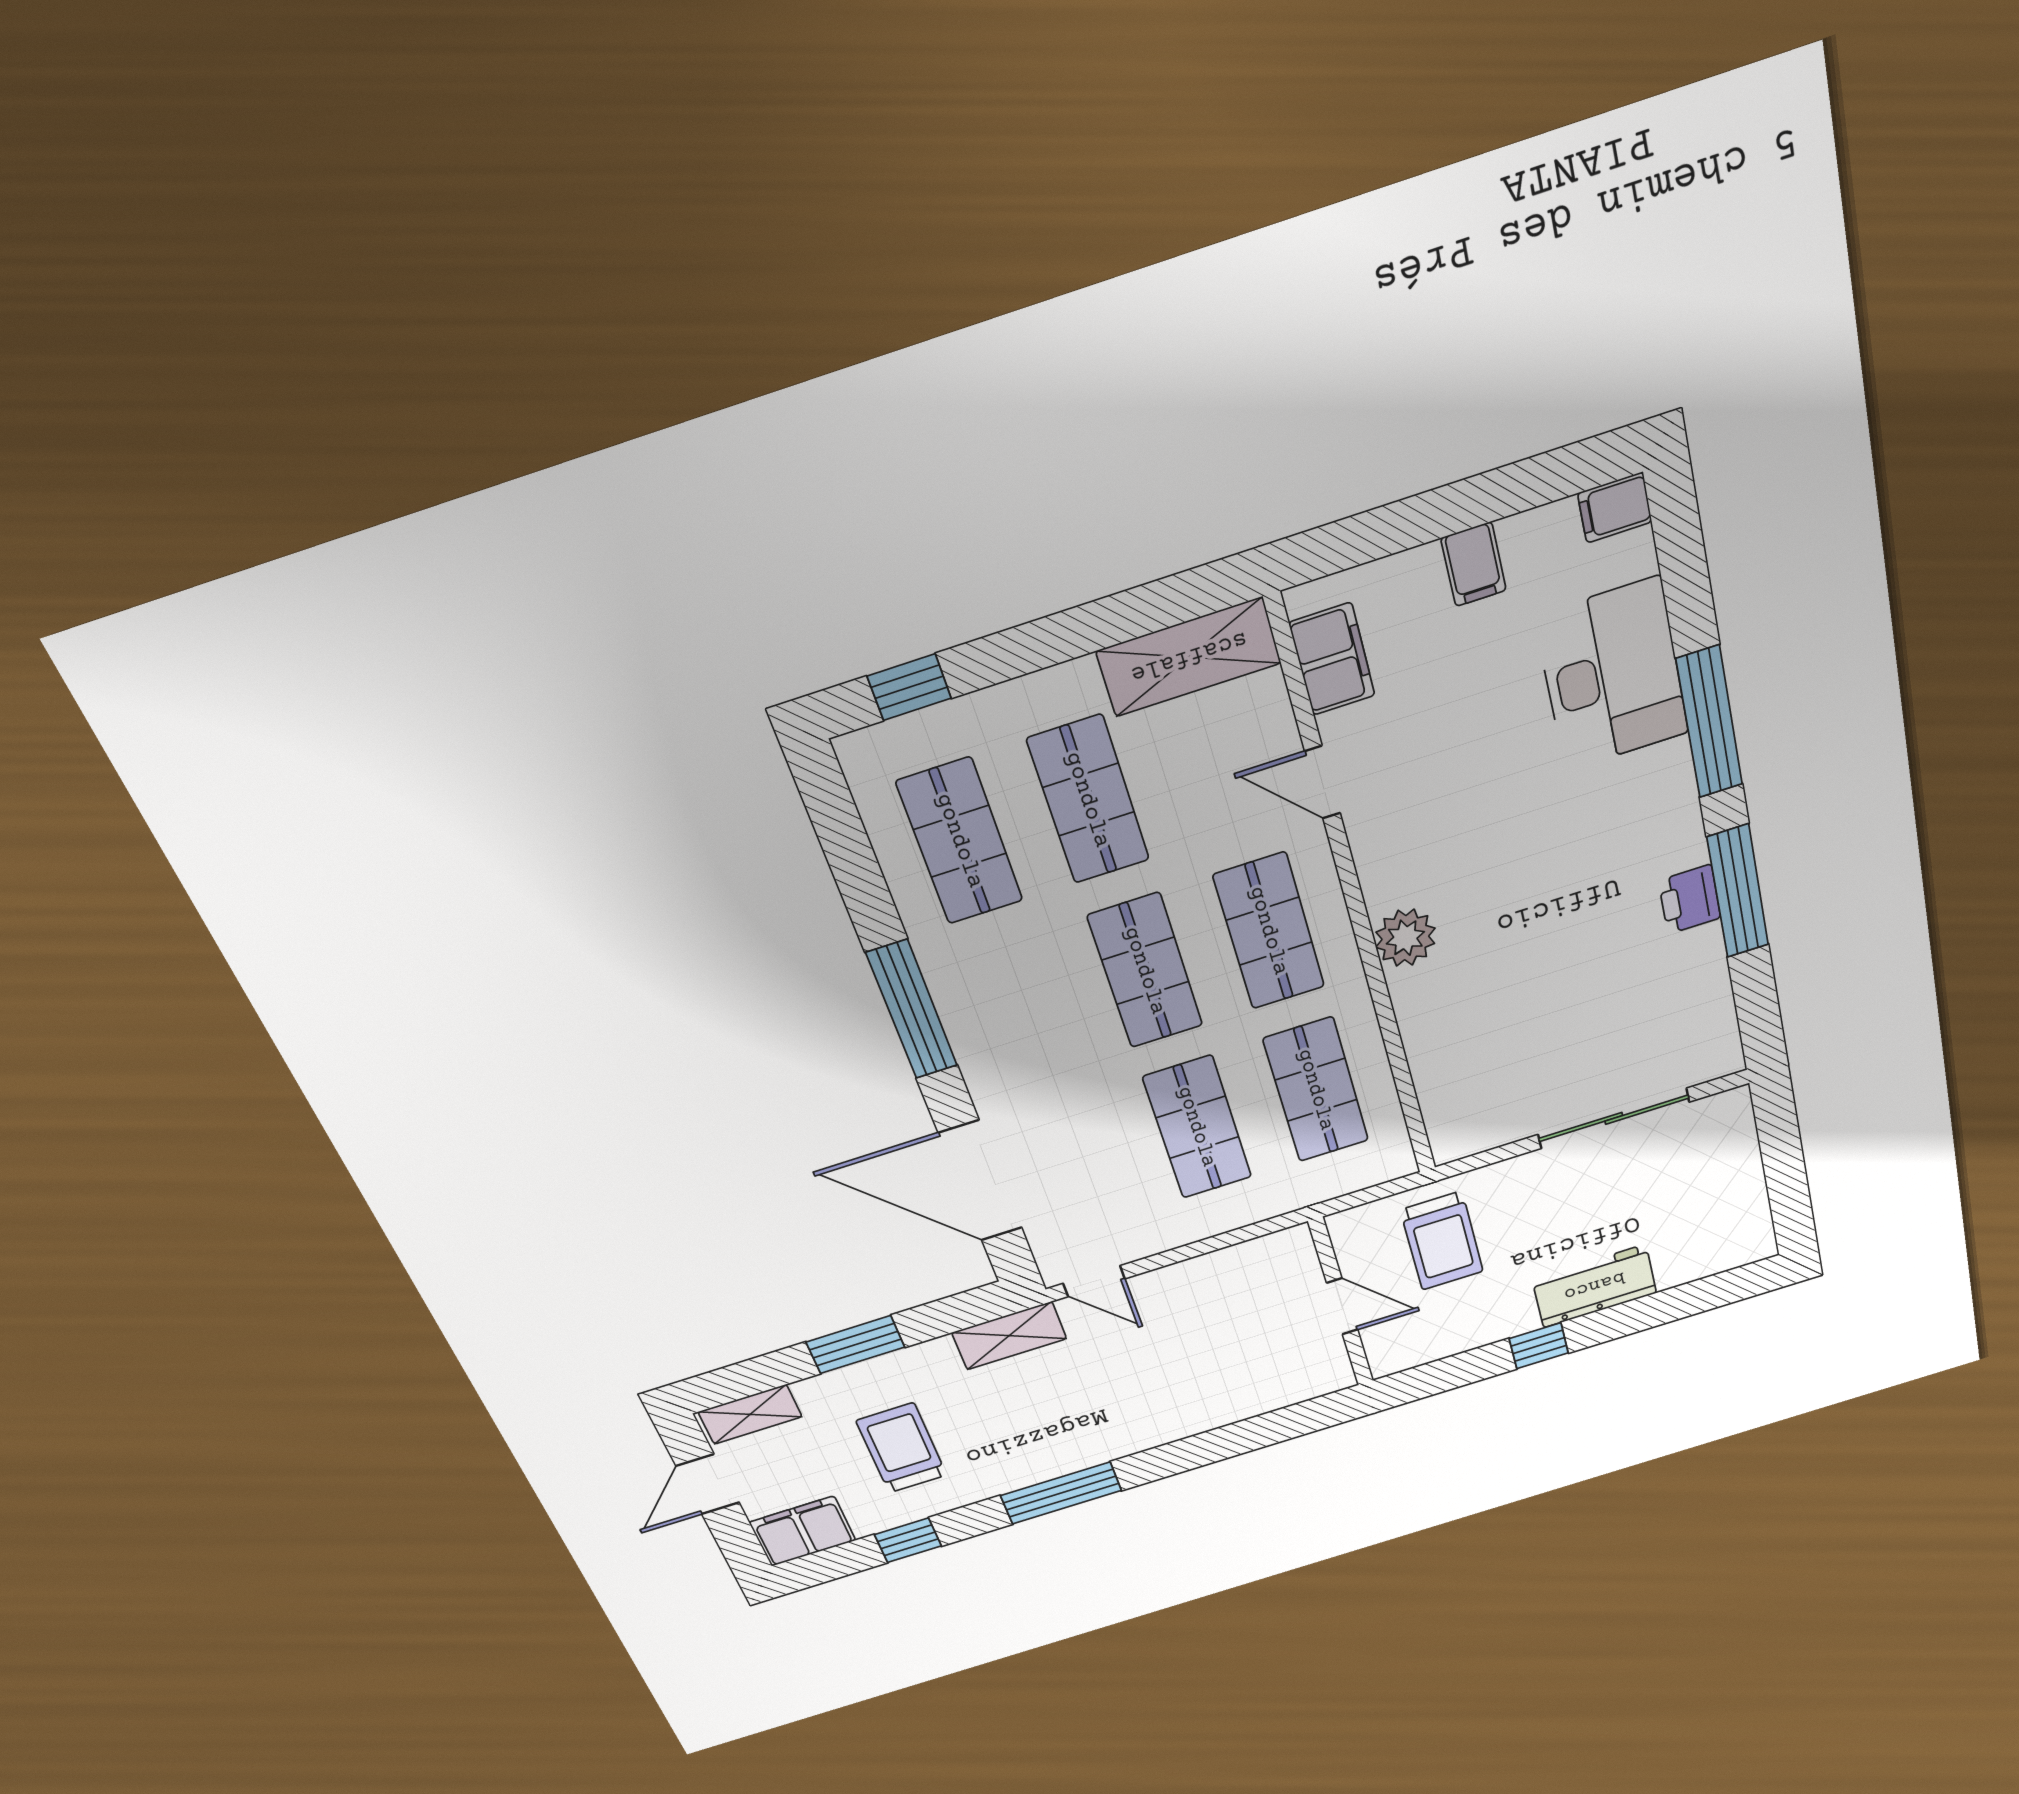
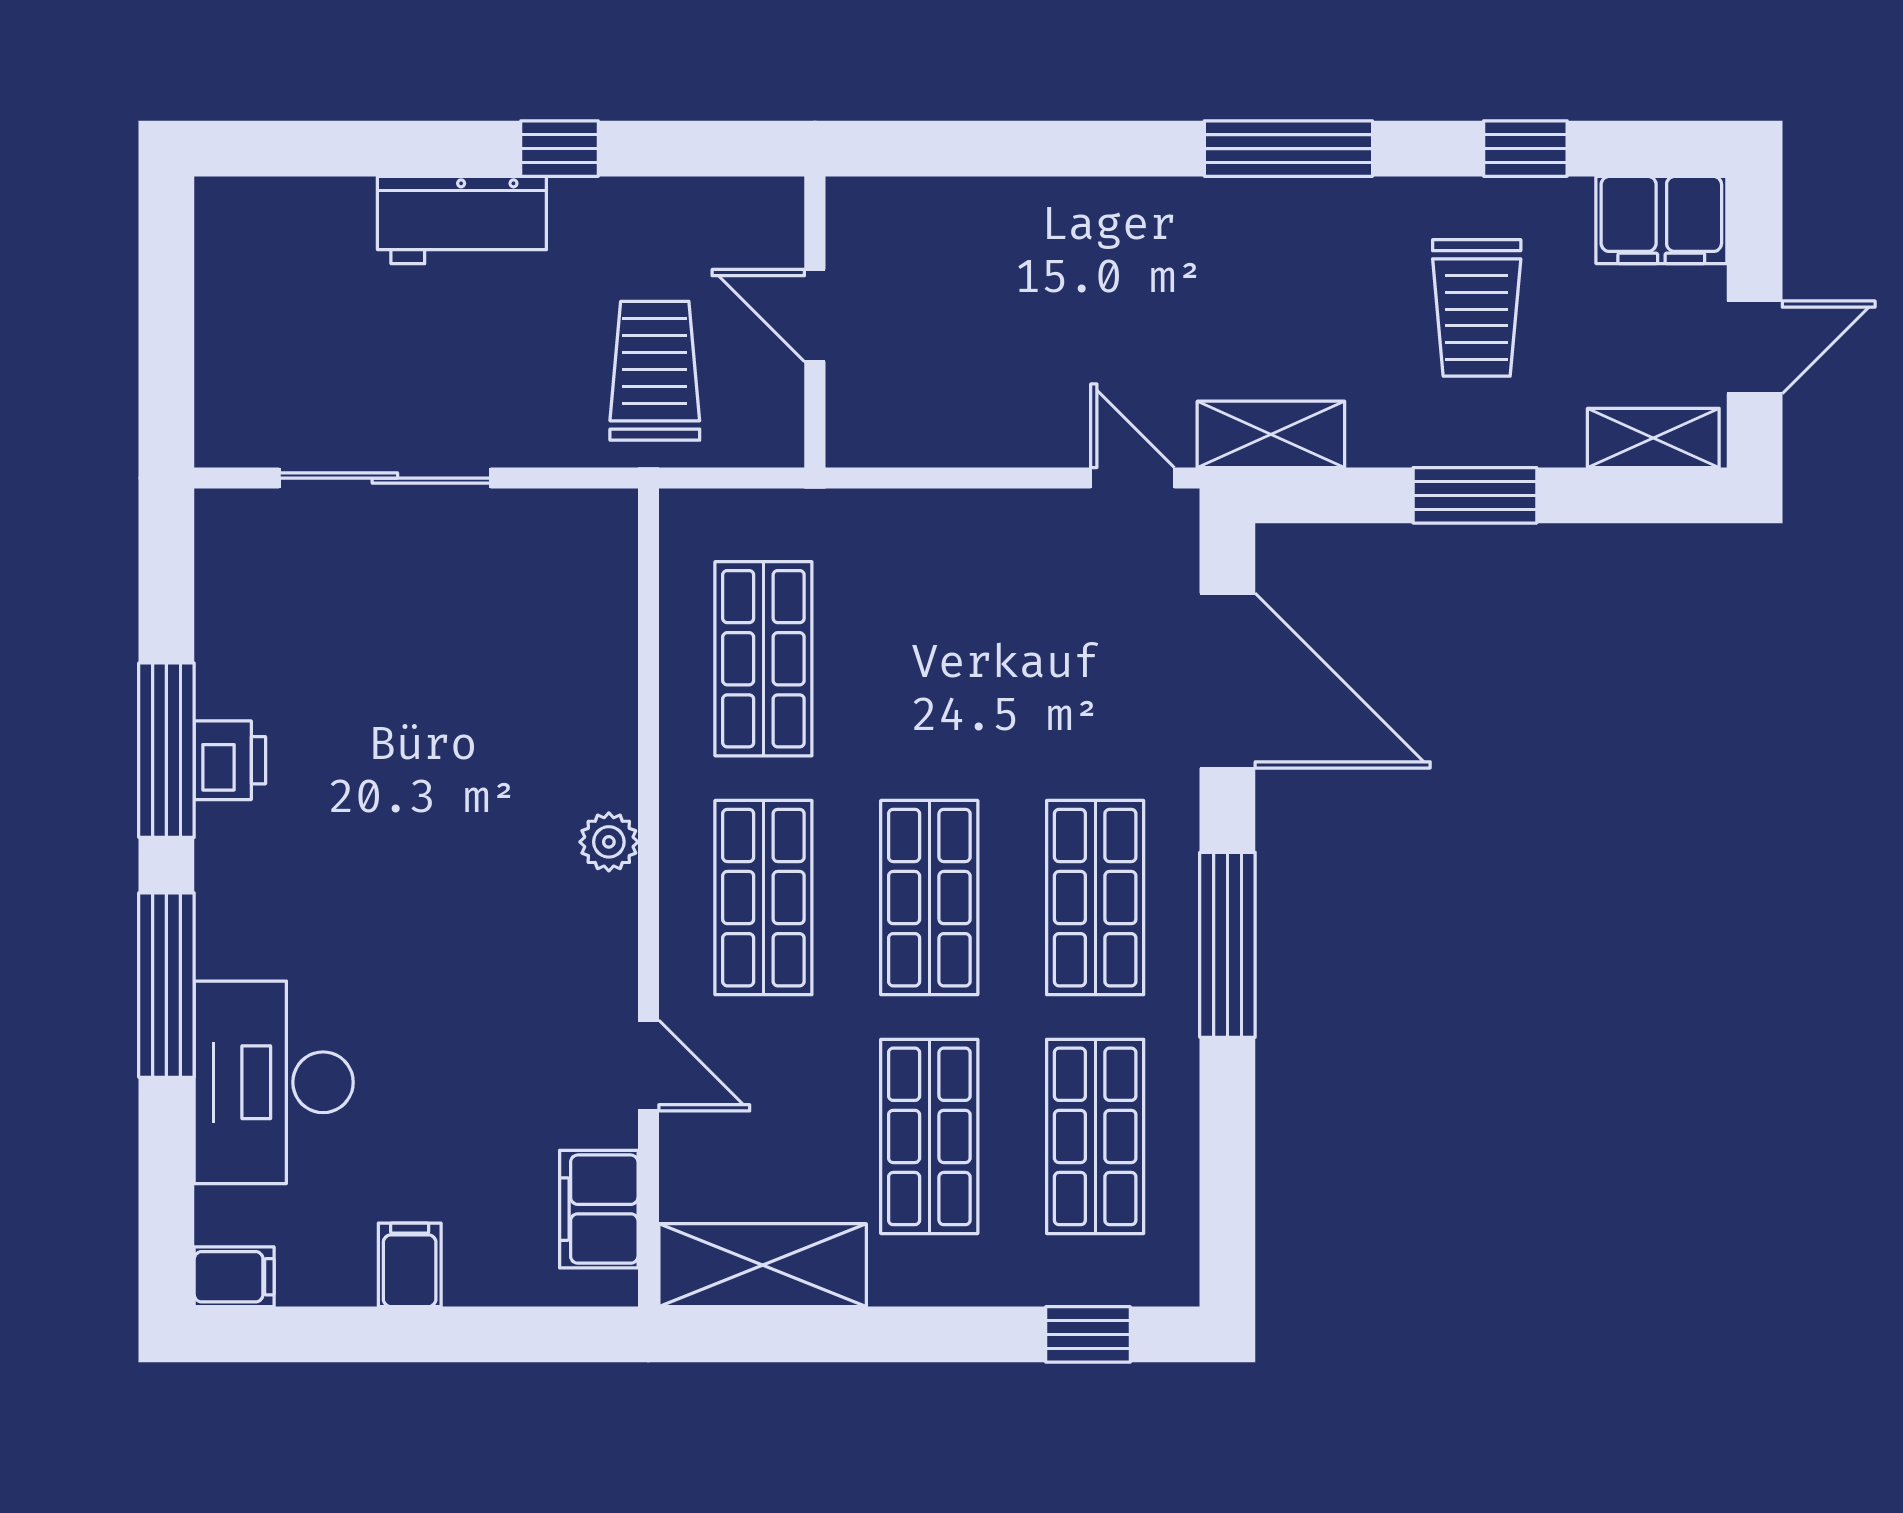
plant: (1405, 938) -> (609, 842), width x0.73, depth x0.73
shop shelf: (1197, 1127) -> (1095, 898), moved

